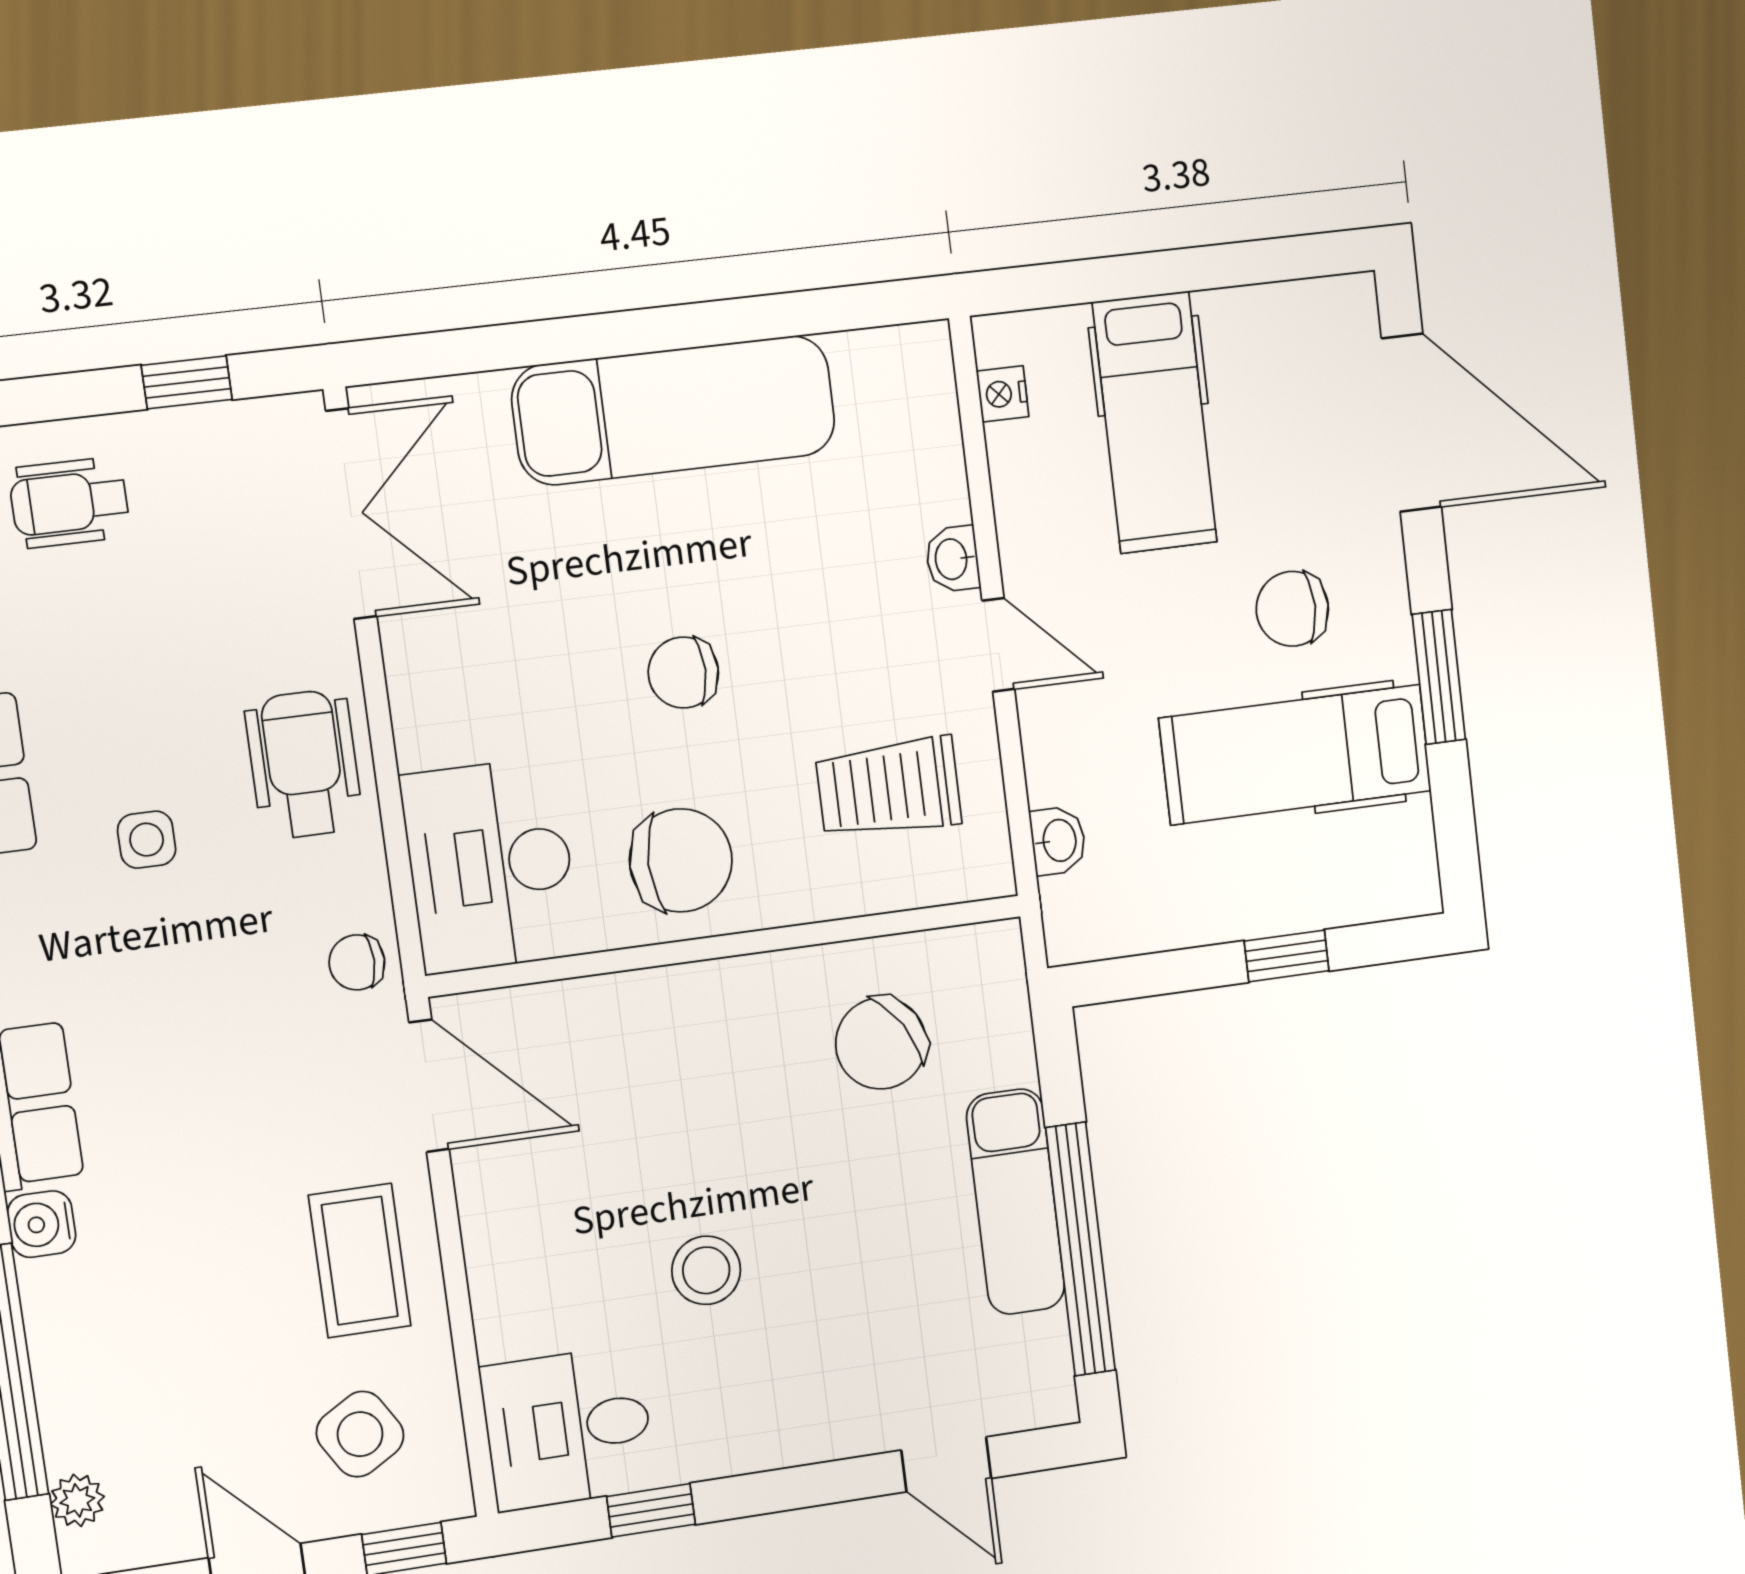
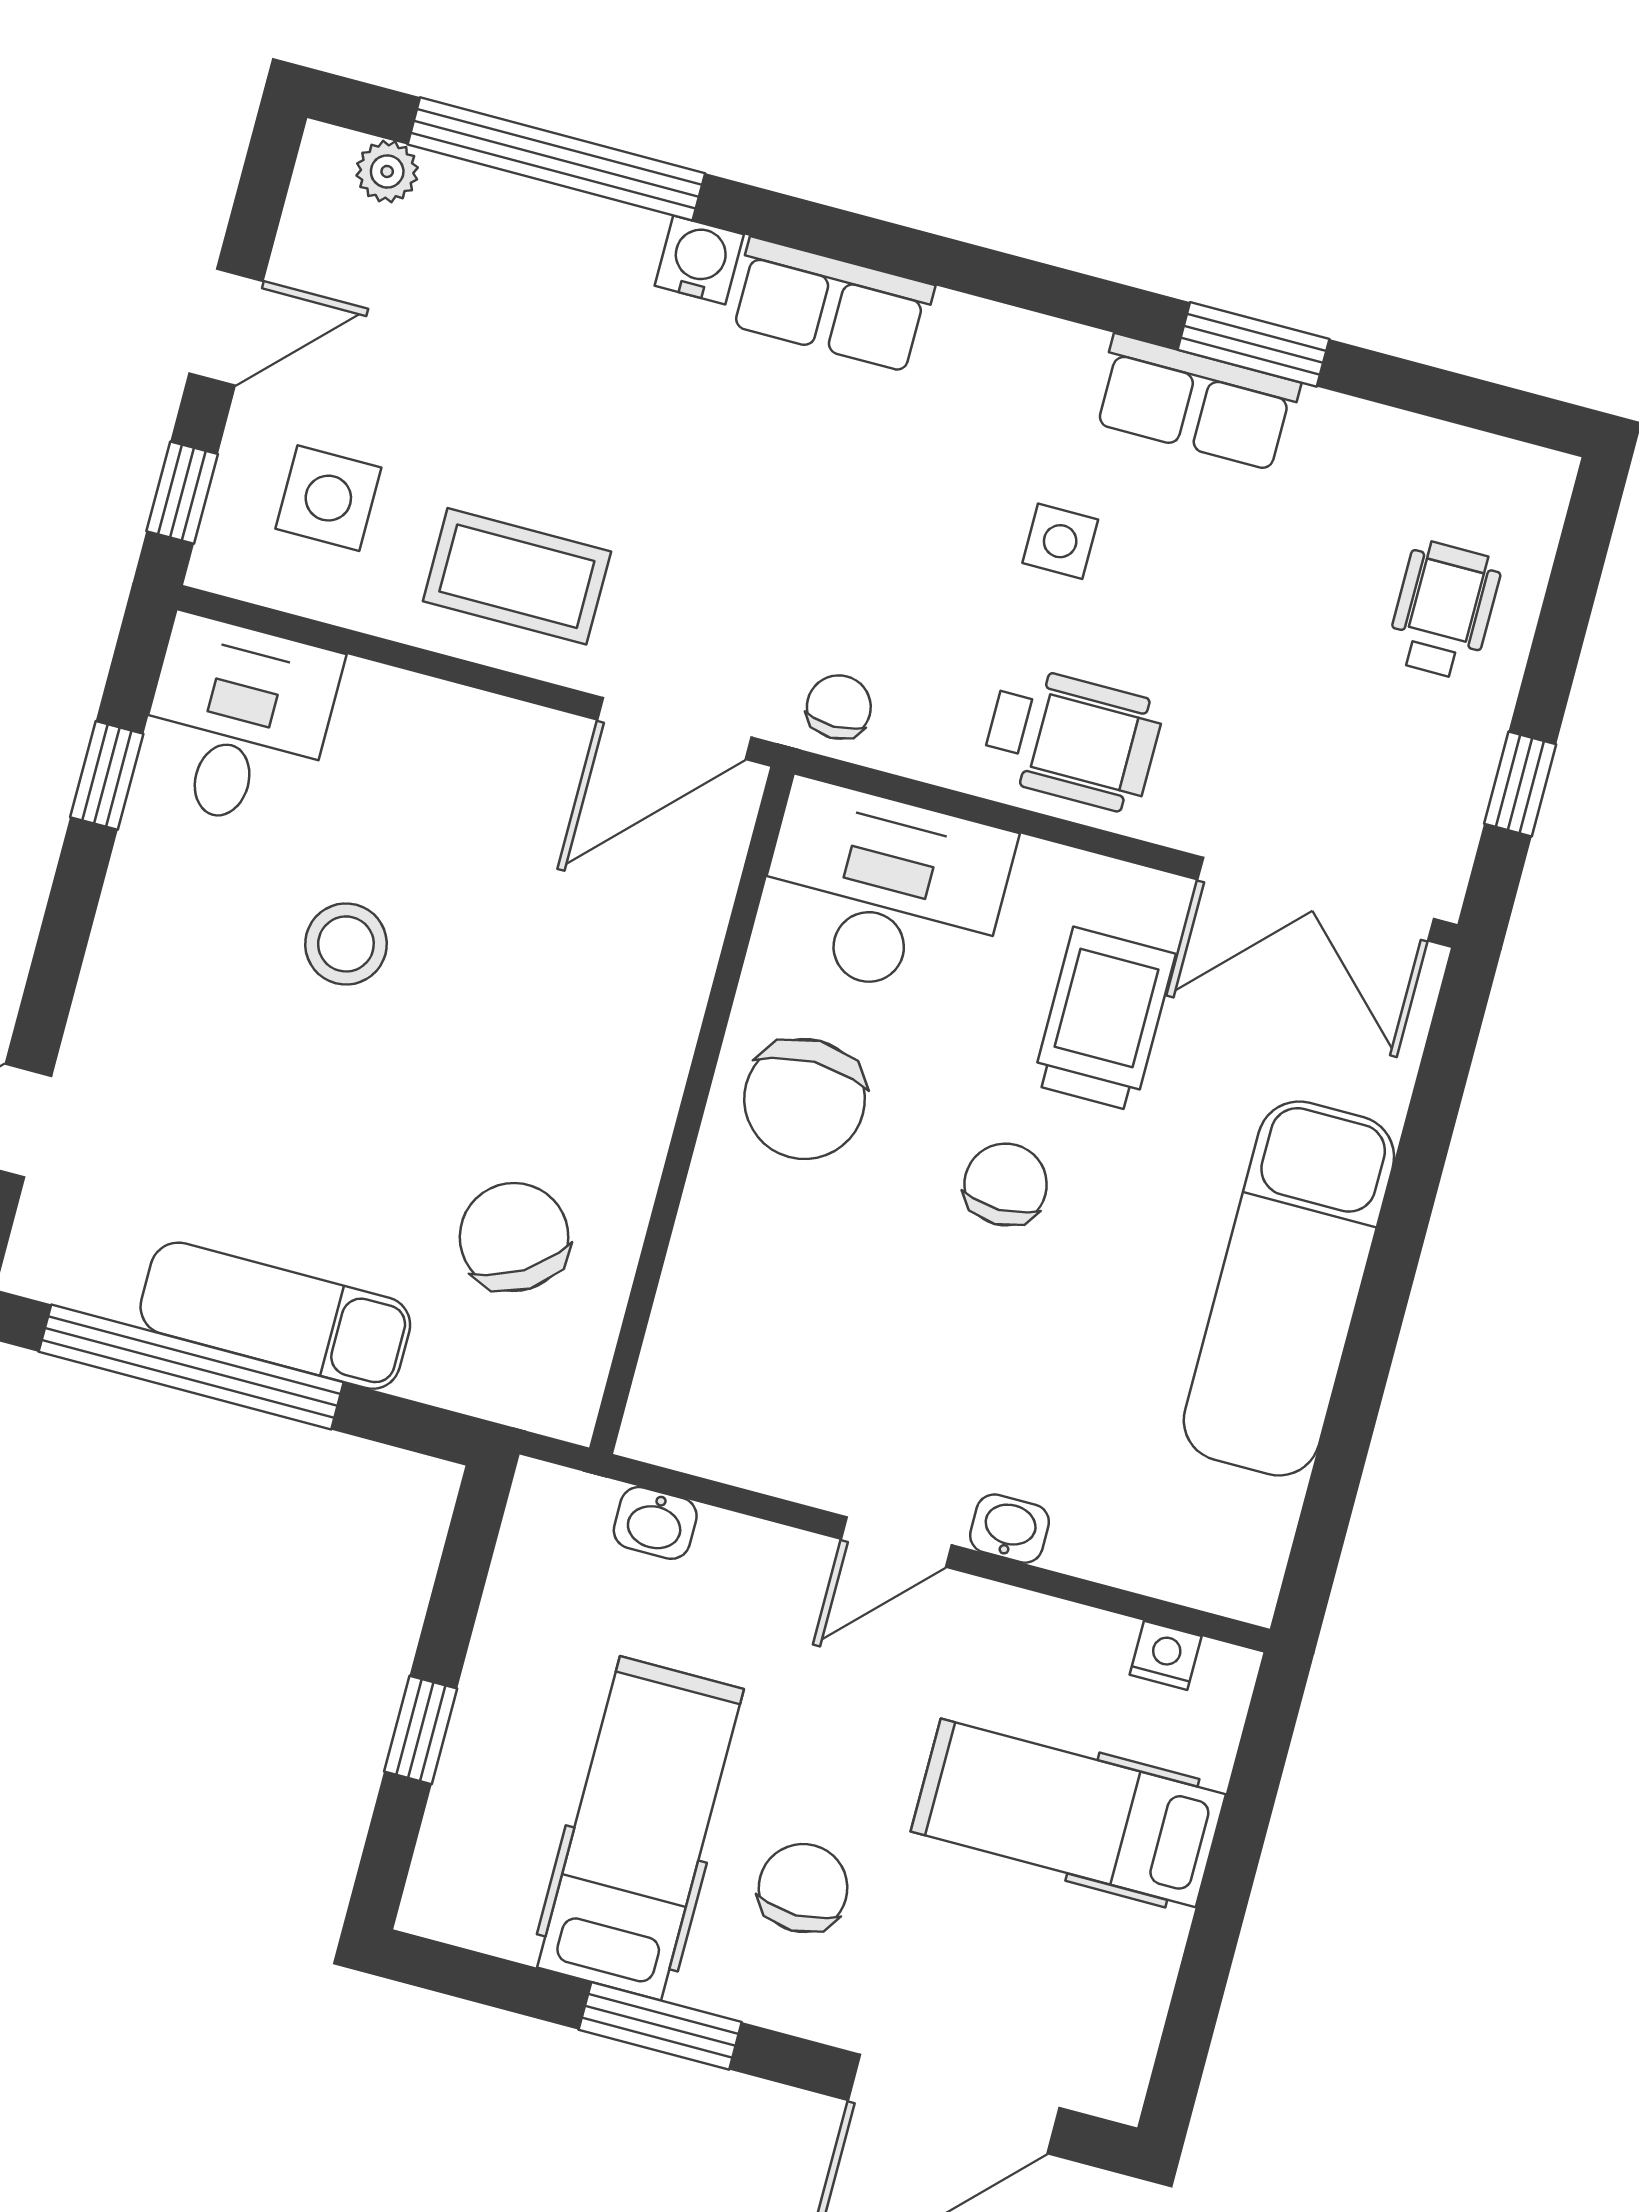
trolley: (889, 788) -> (1104, 1019), moved
side table: (360, 1434) -> (328, 498), turned 31

